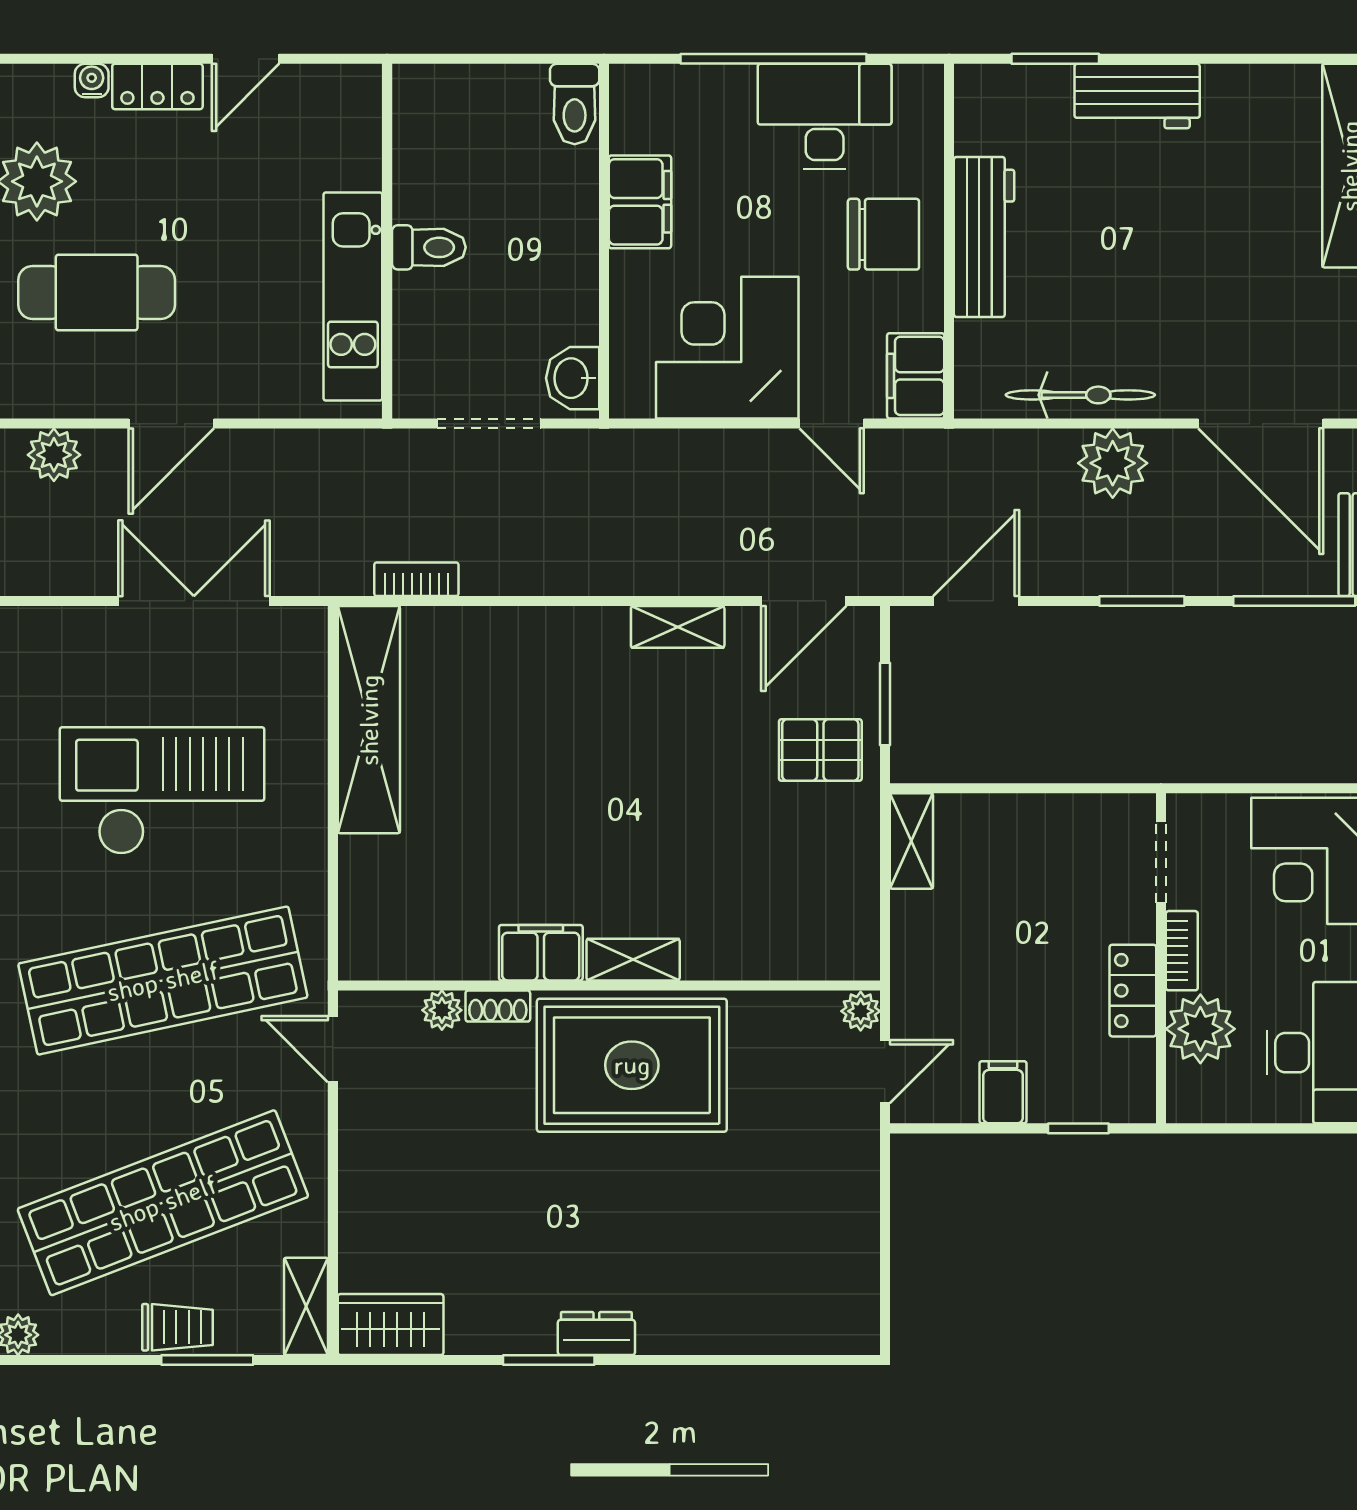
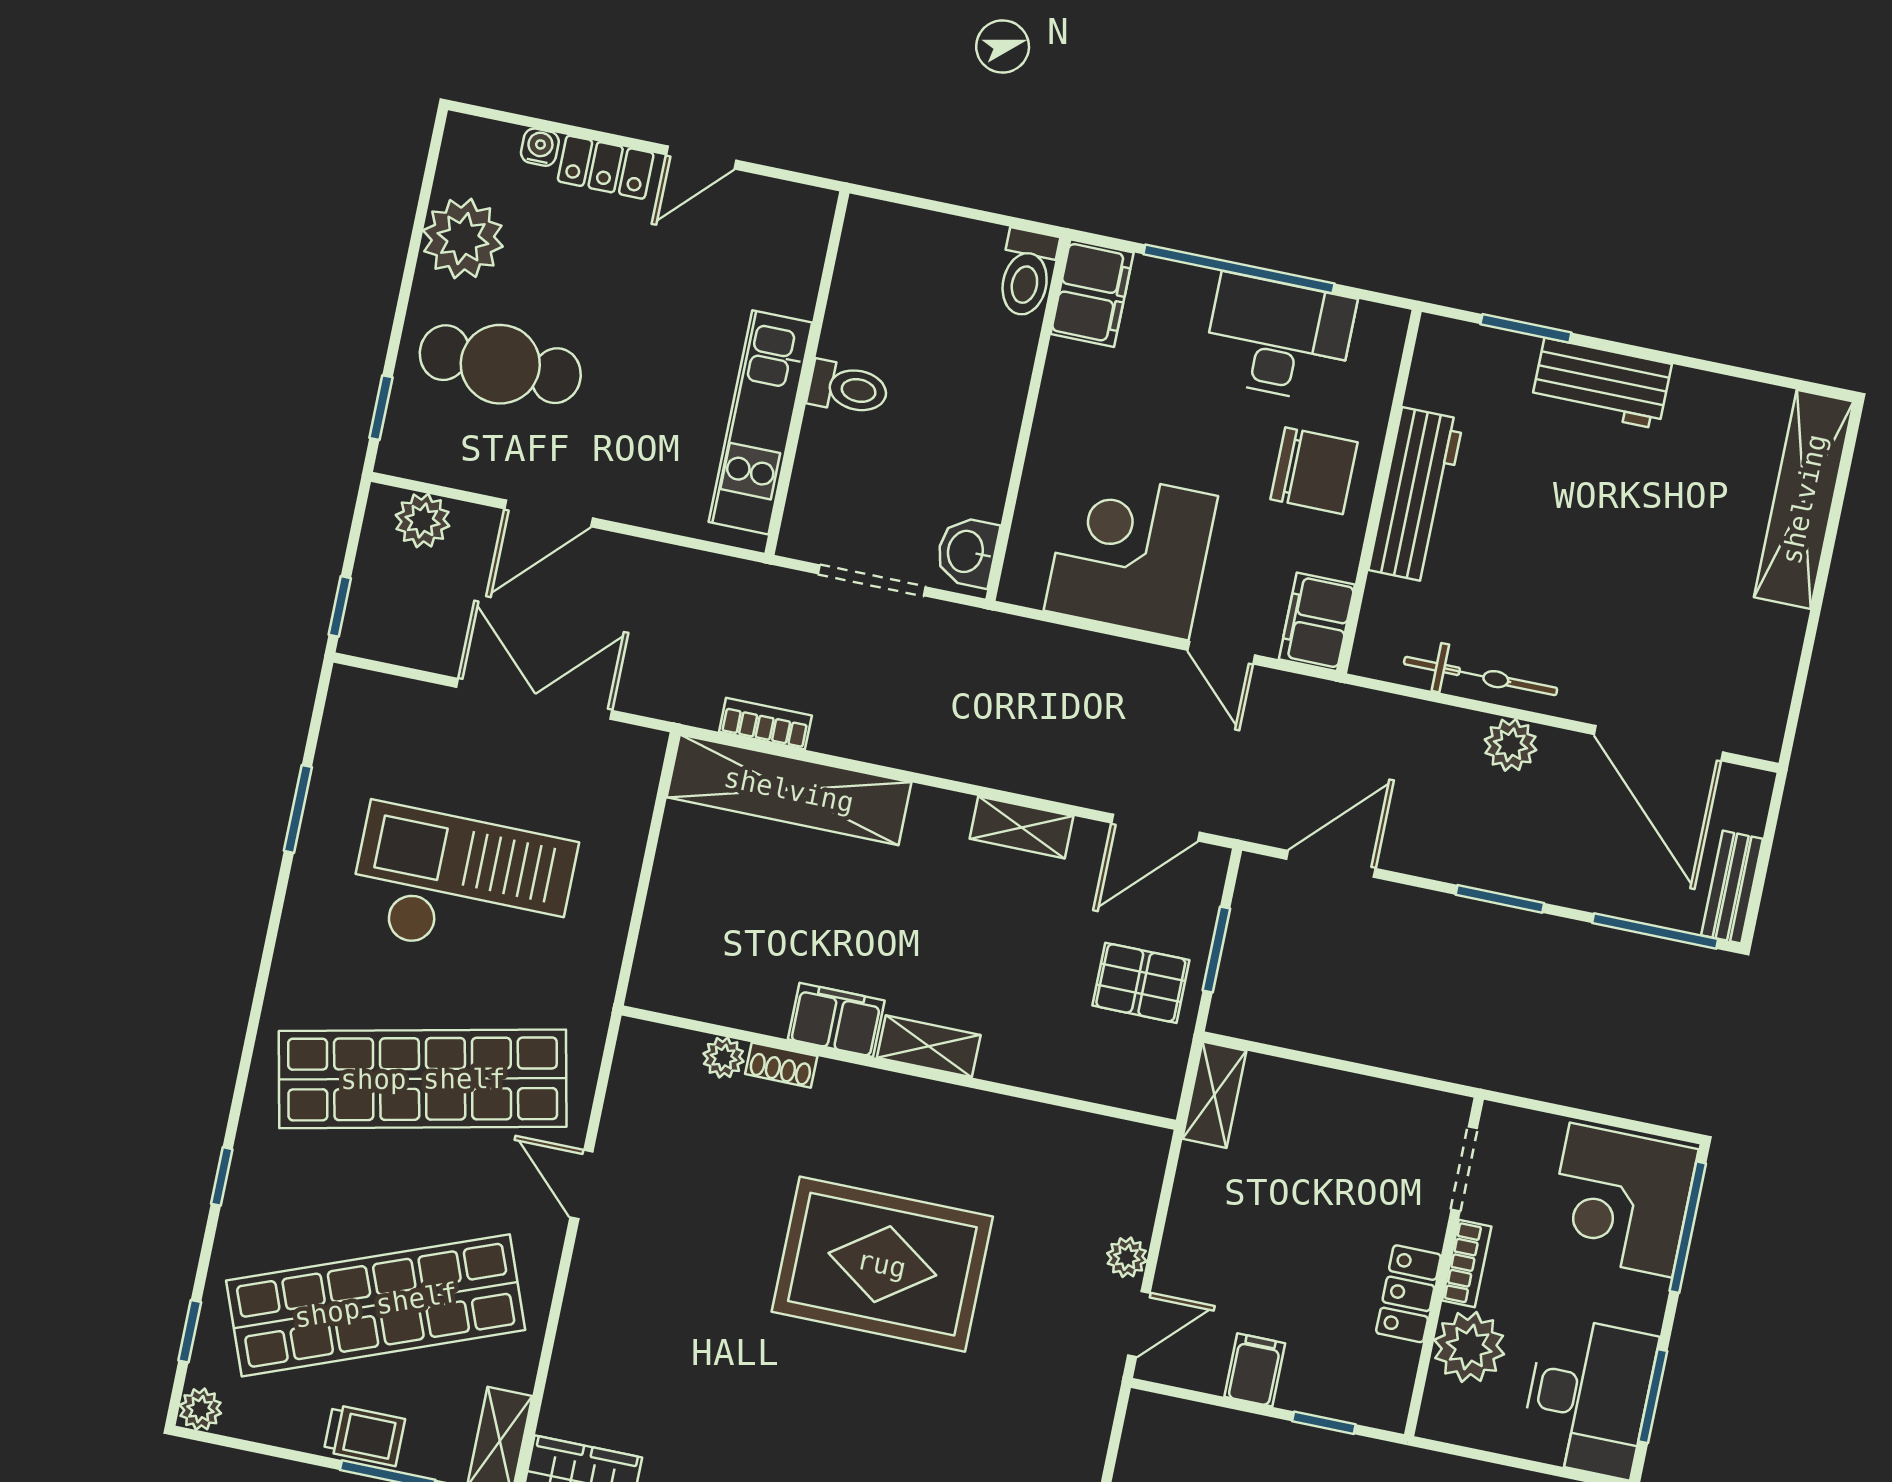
filing cabinet: (640, 202) -> (1092, 293), moved
plant: (1113, 463) -> (1511, 745), width x0.73, depth x0.73
shelving: (369, 720) -> (789, 790), moved, turned 90
filing cabinet: (541, 953) -> (836, 1020), moved
shelving: (633, 960) -> (929, 1046), moved
wall: (609, 985) -> (899, 1068), moved
shoe rack: (498, 1006) -> (781, 1065), moved
plant: (442, 1010) -> (723, 1058), moved

